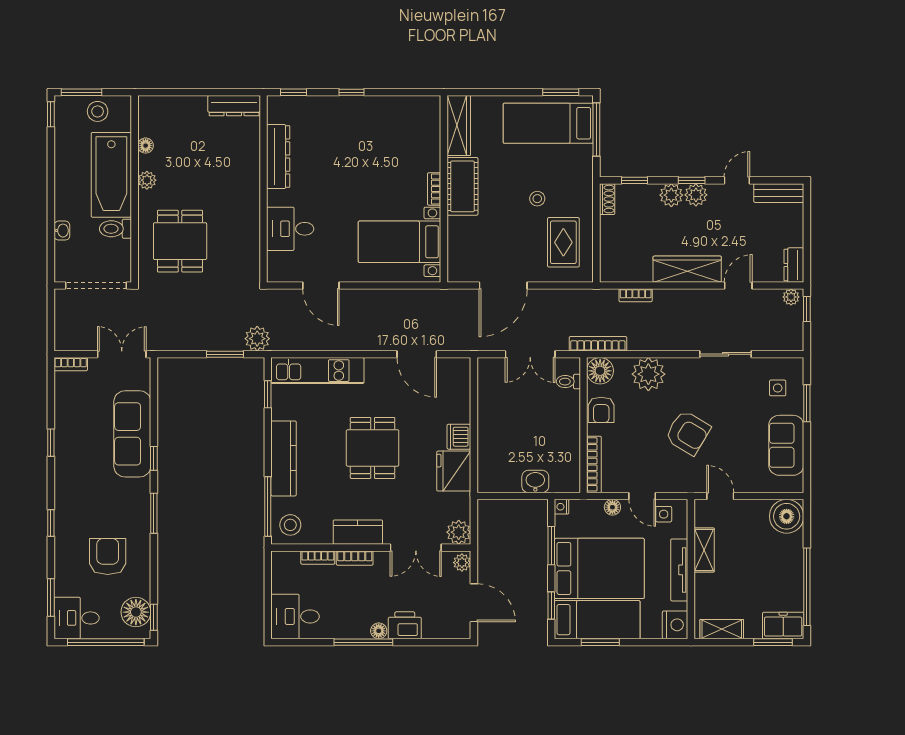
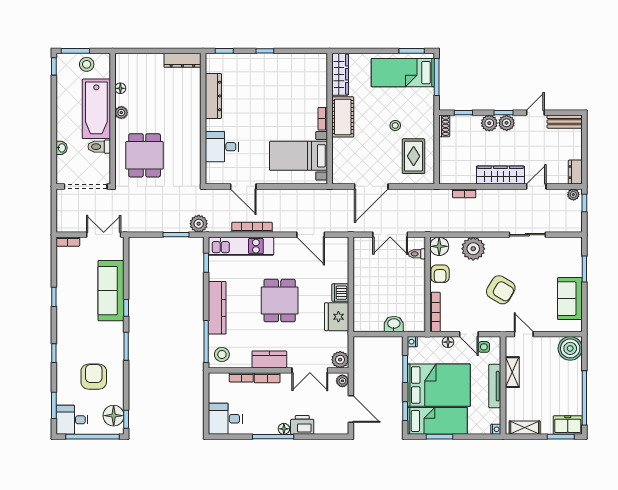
bookcase: (598, 344) -> (252, 227), moved
side table: (778, 388) -> (564, 258), removed
nightstand: (675, 625) -> (496, 429), width x0.53, depth x0.56

